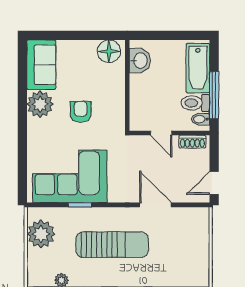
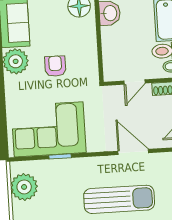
door: (161, 133) -> (135, 82), hinge flipped
sun lounger: (112, 245) -> (119, 199), moved

